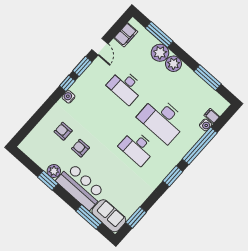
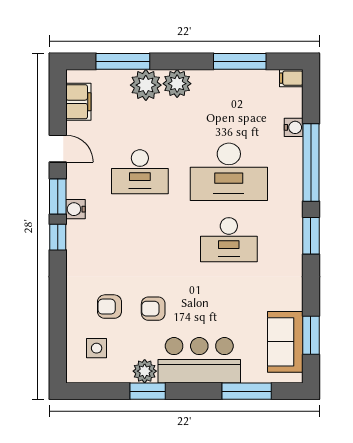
water cooler: (69, 97) -> (76, 209), moved
filing cabinet: (212, 116) -> (291, 78), moved
side table: (42, 144) -> (97, 348), added
sofa: (109, 216) -> (285, 342), moved, turned -90

